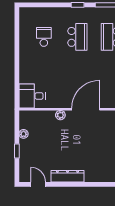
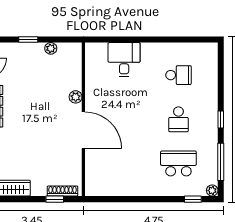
school desk: (77, 37) -> (178, 119), width x0.54
desk: (32, 96) -> (124, 60), moved

